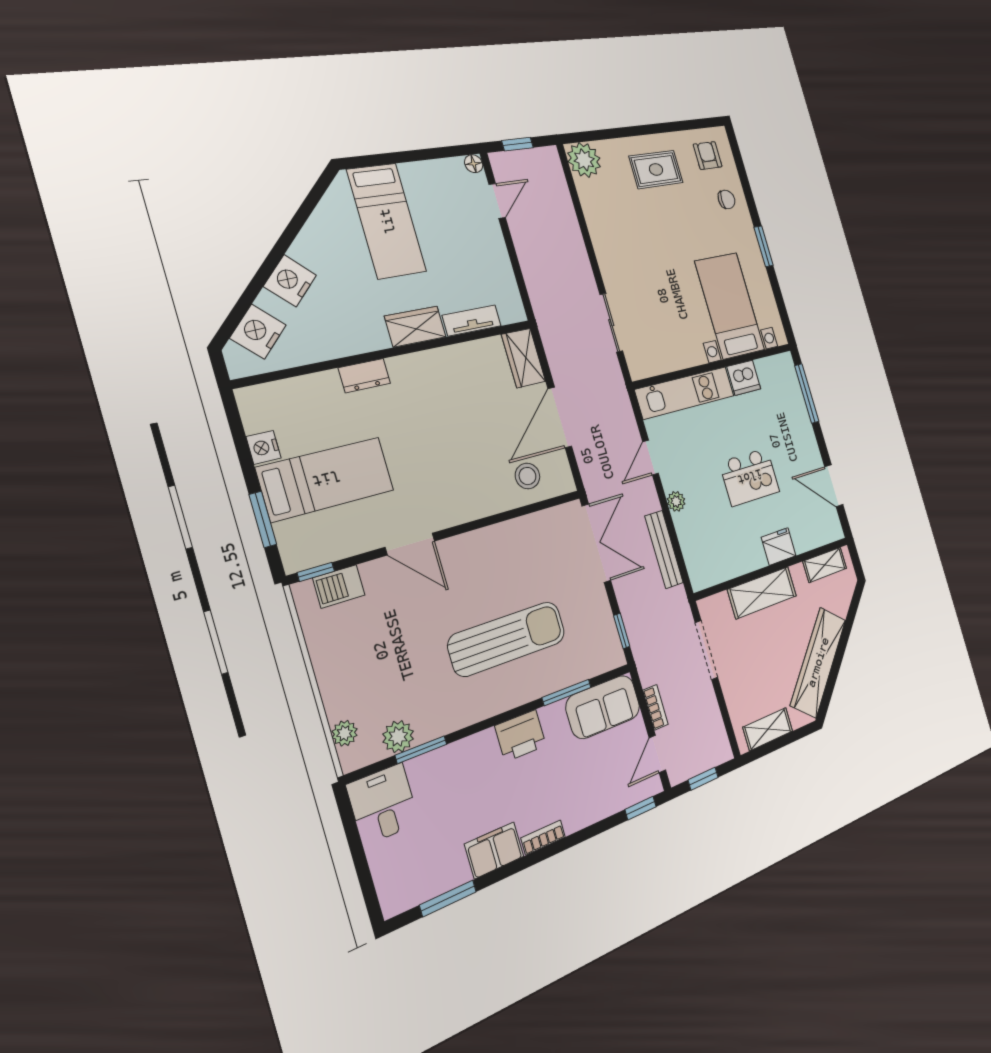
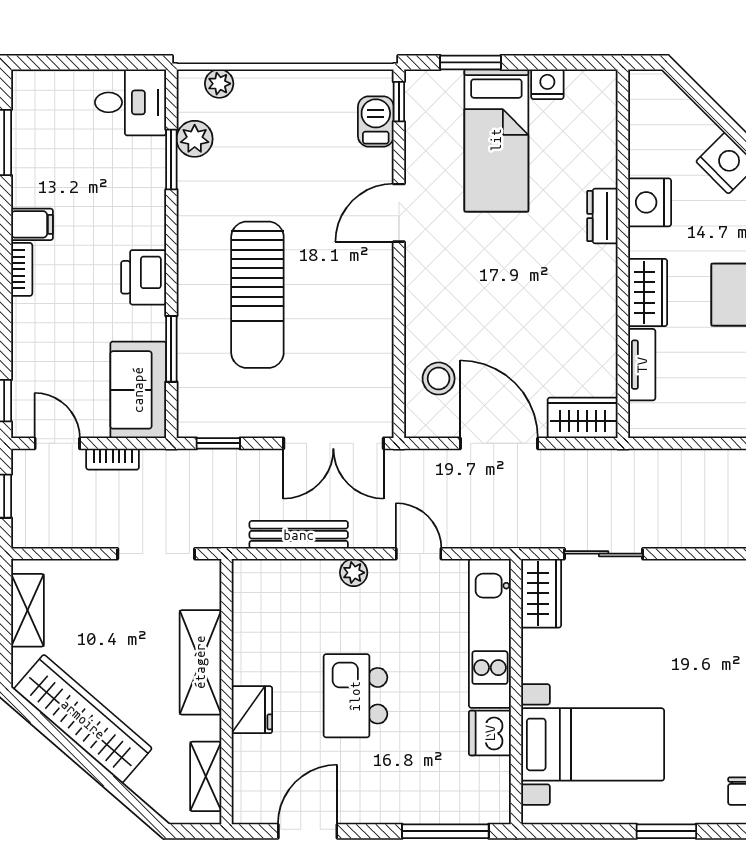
nightstand: (258, 332) -> (650, 202), moved, turned -135
wardrobe: (650, 362) -> (541, 593), added
filing cabinet: (494, 850) -> (32, 224), width x0.50

